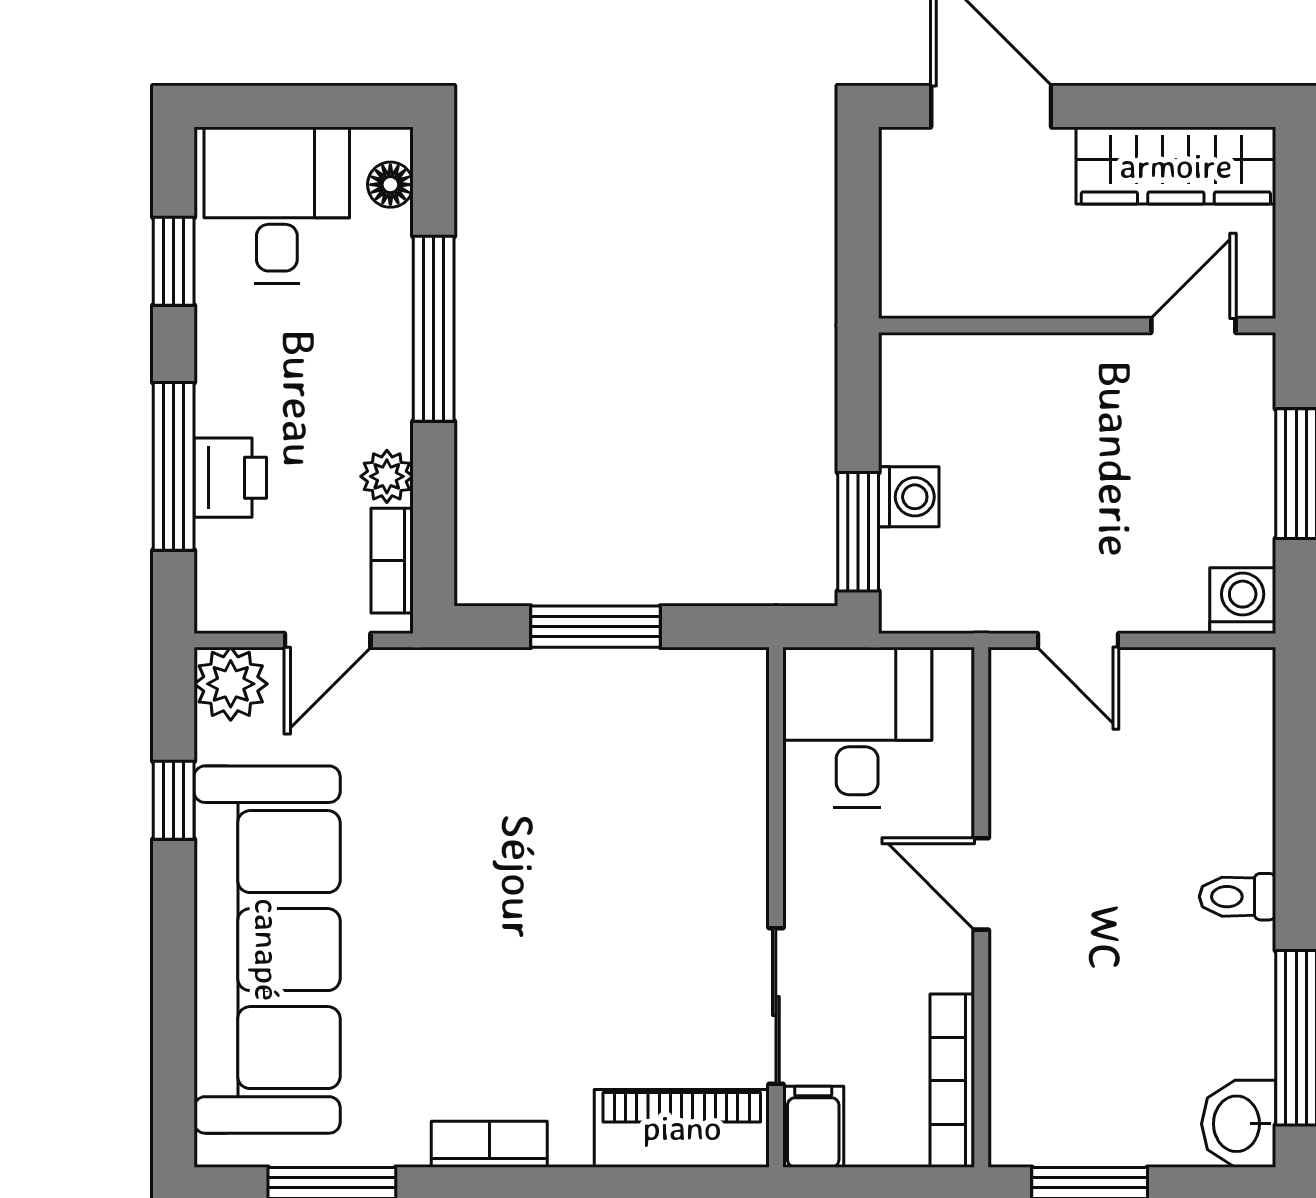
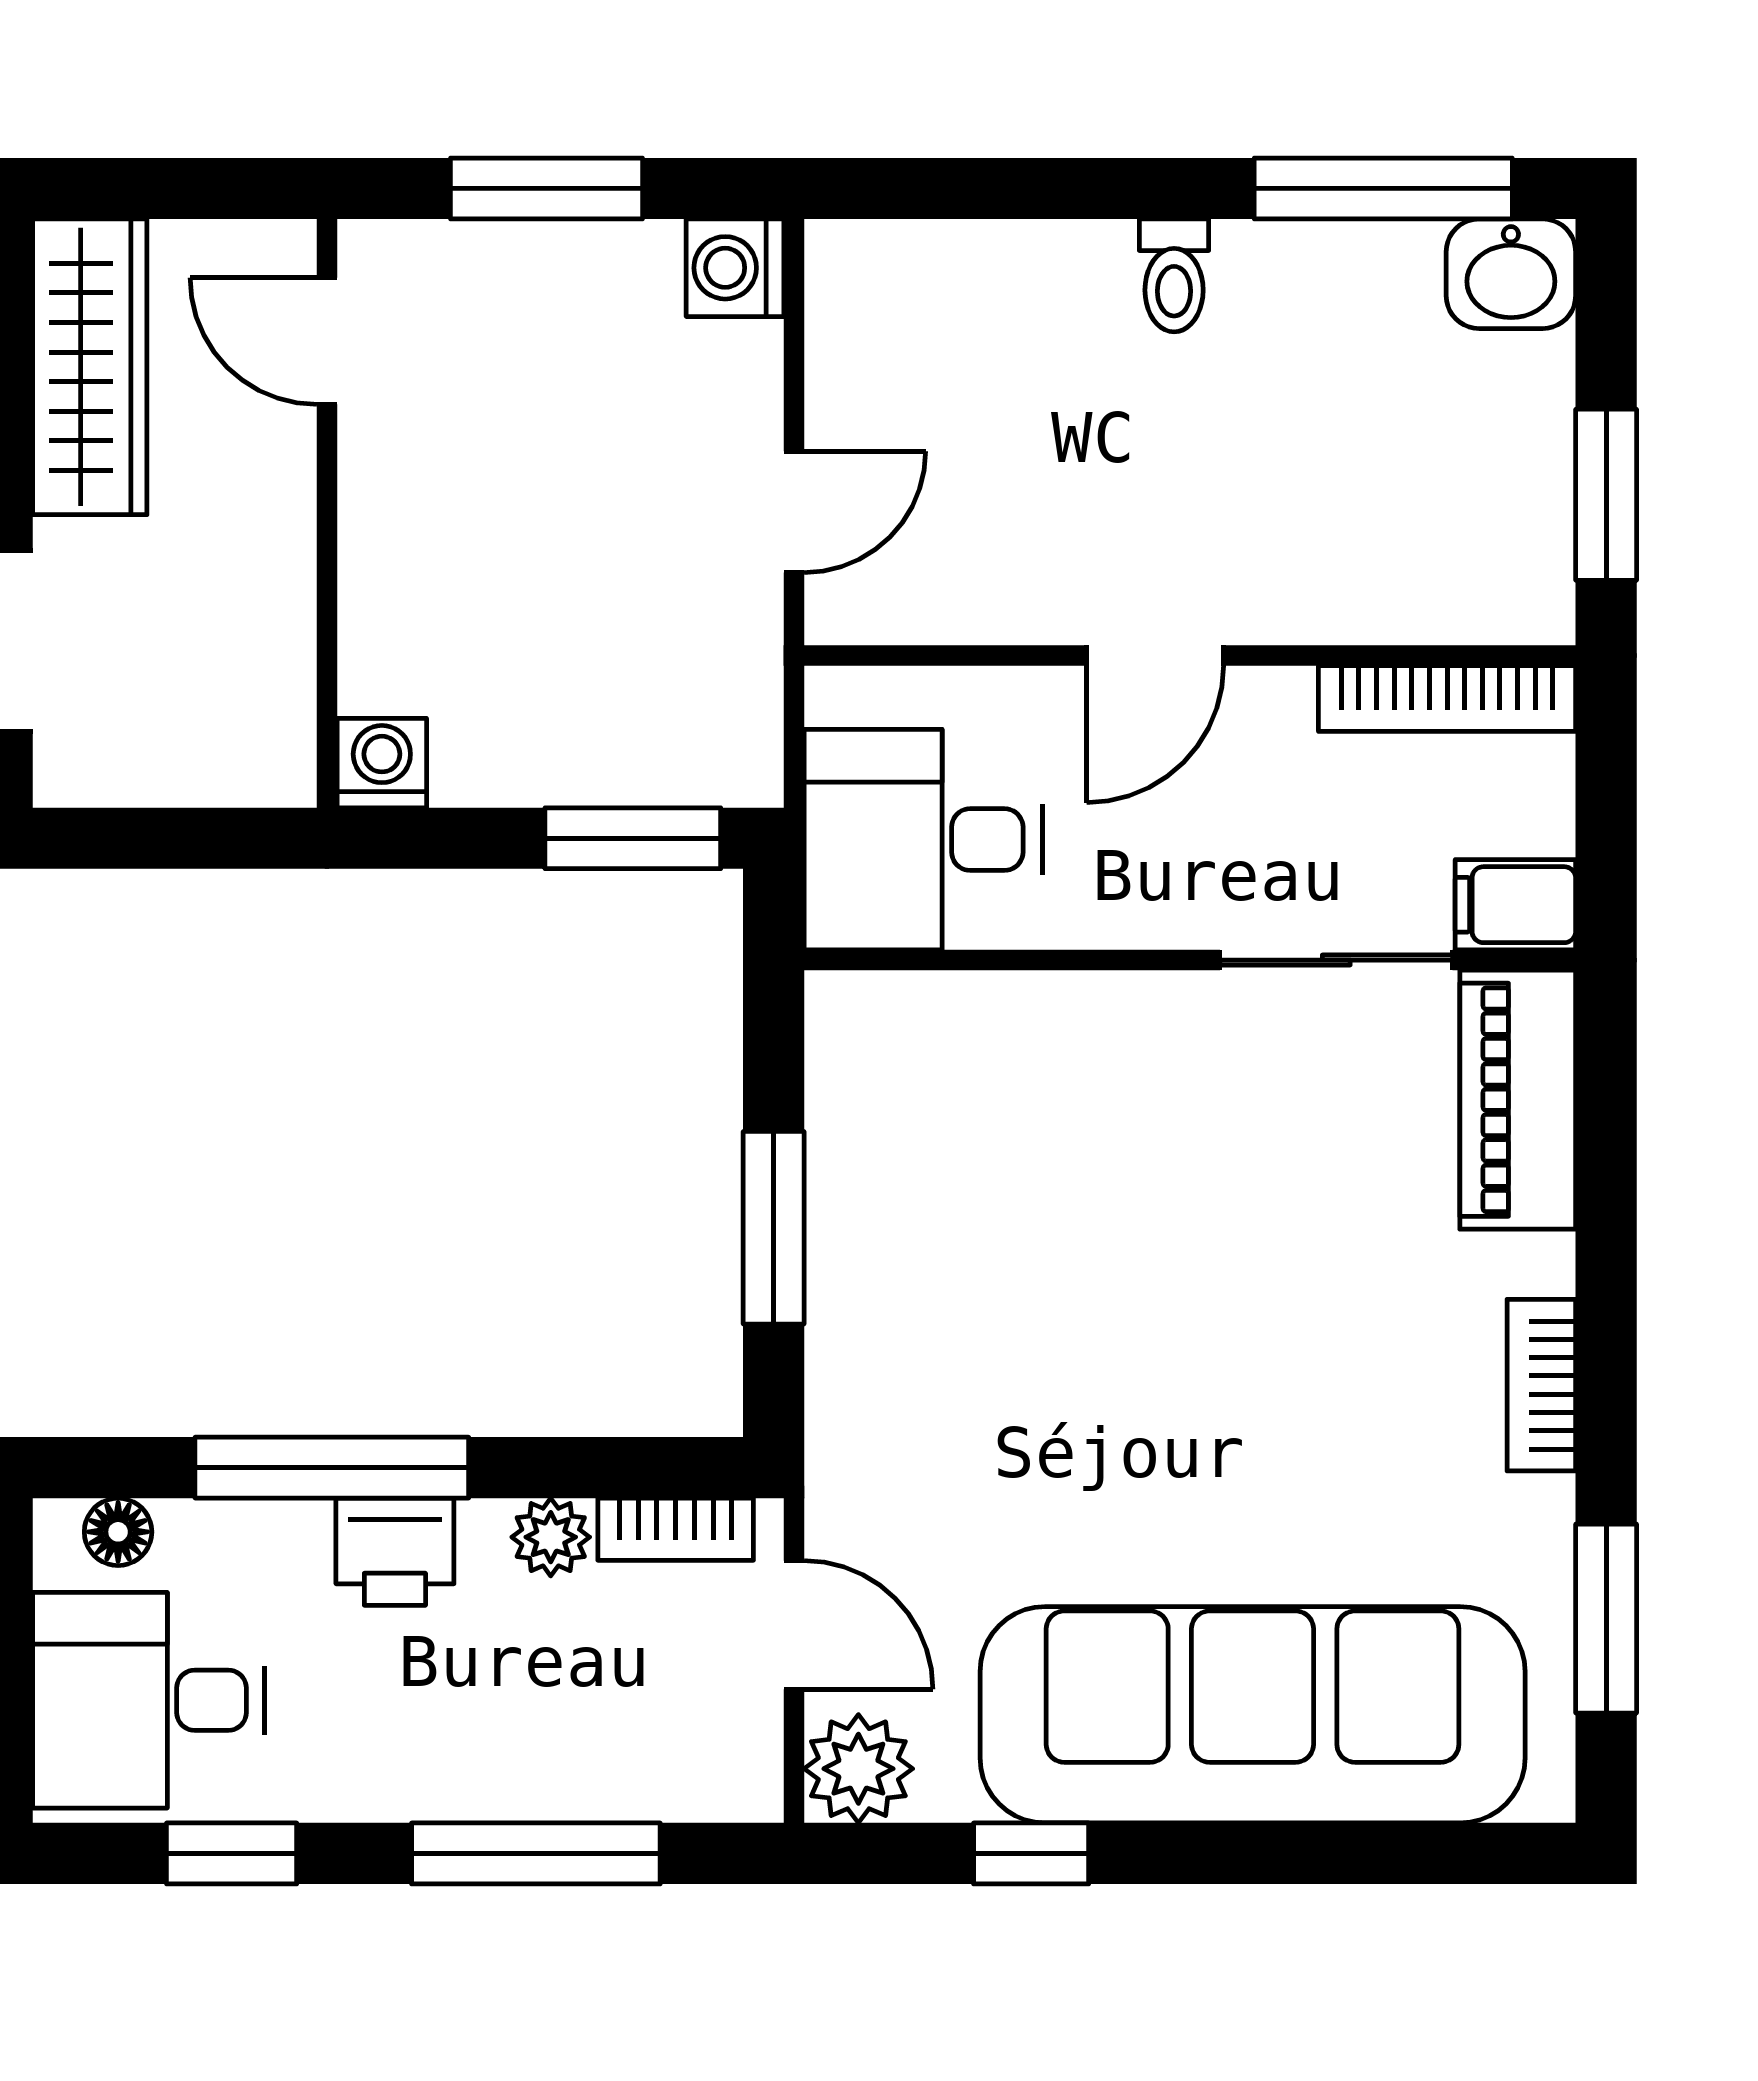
printer: (230, 478) -> (395, 1552), moved, turned 180
washing machine: (909, 497) -> (382, 763), moved

